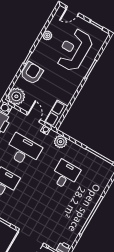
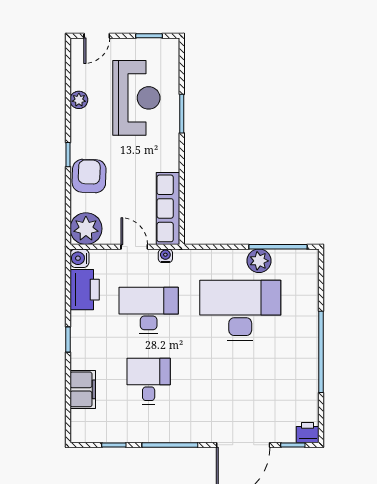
reception desk: (74, 50) -> (136, 98), turned 180
row of seats: (56, 114) -> (168, 208), width x1.48
plant: (61, 142) -> (259, 261), moved
desk: (65, 175) -> (240, 310), width x1.87, depth x1.30

